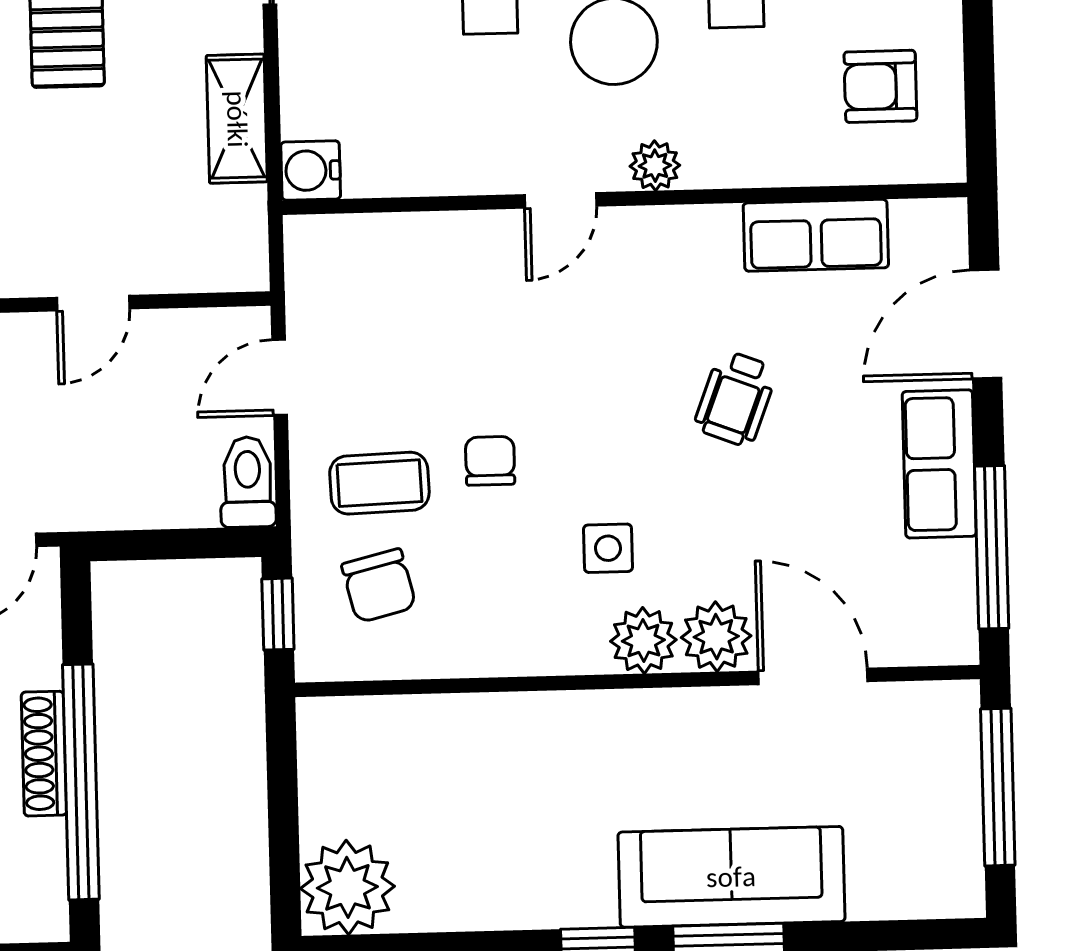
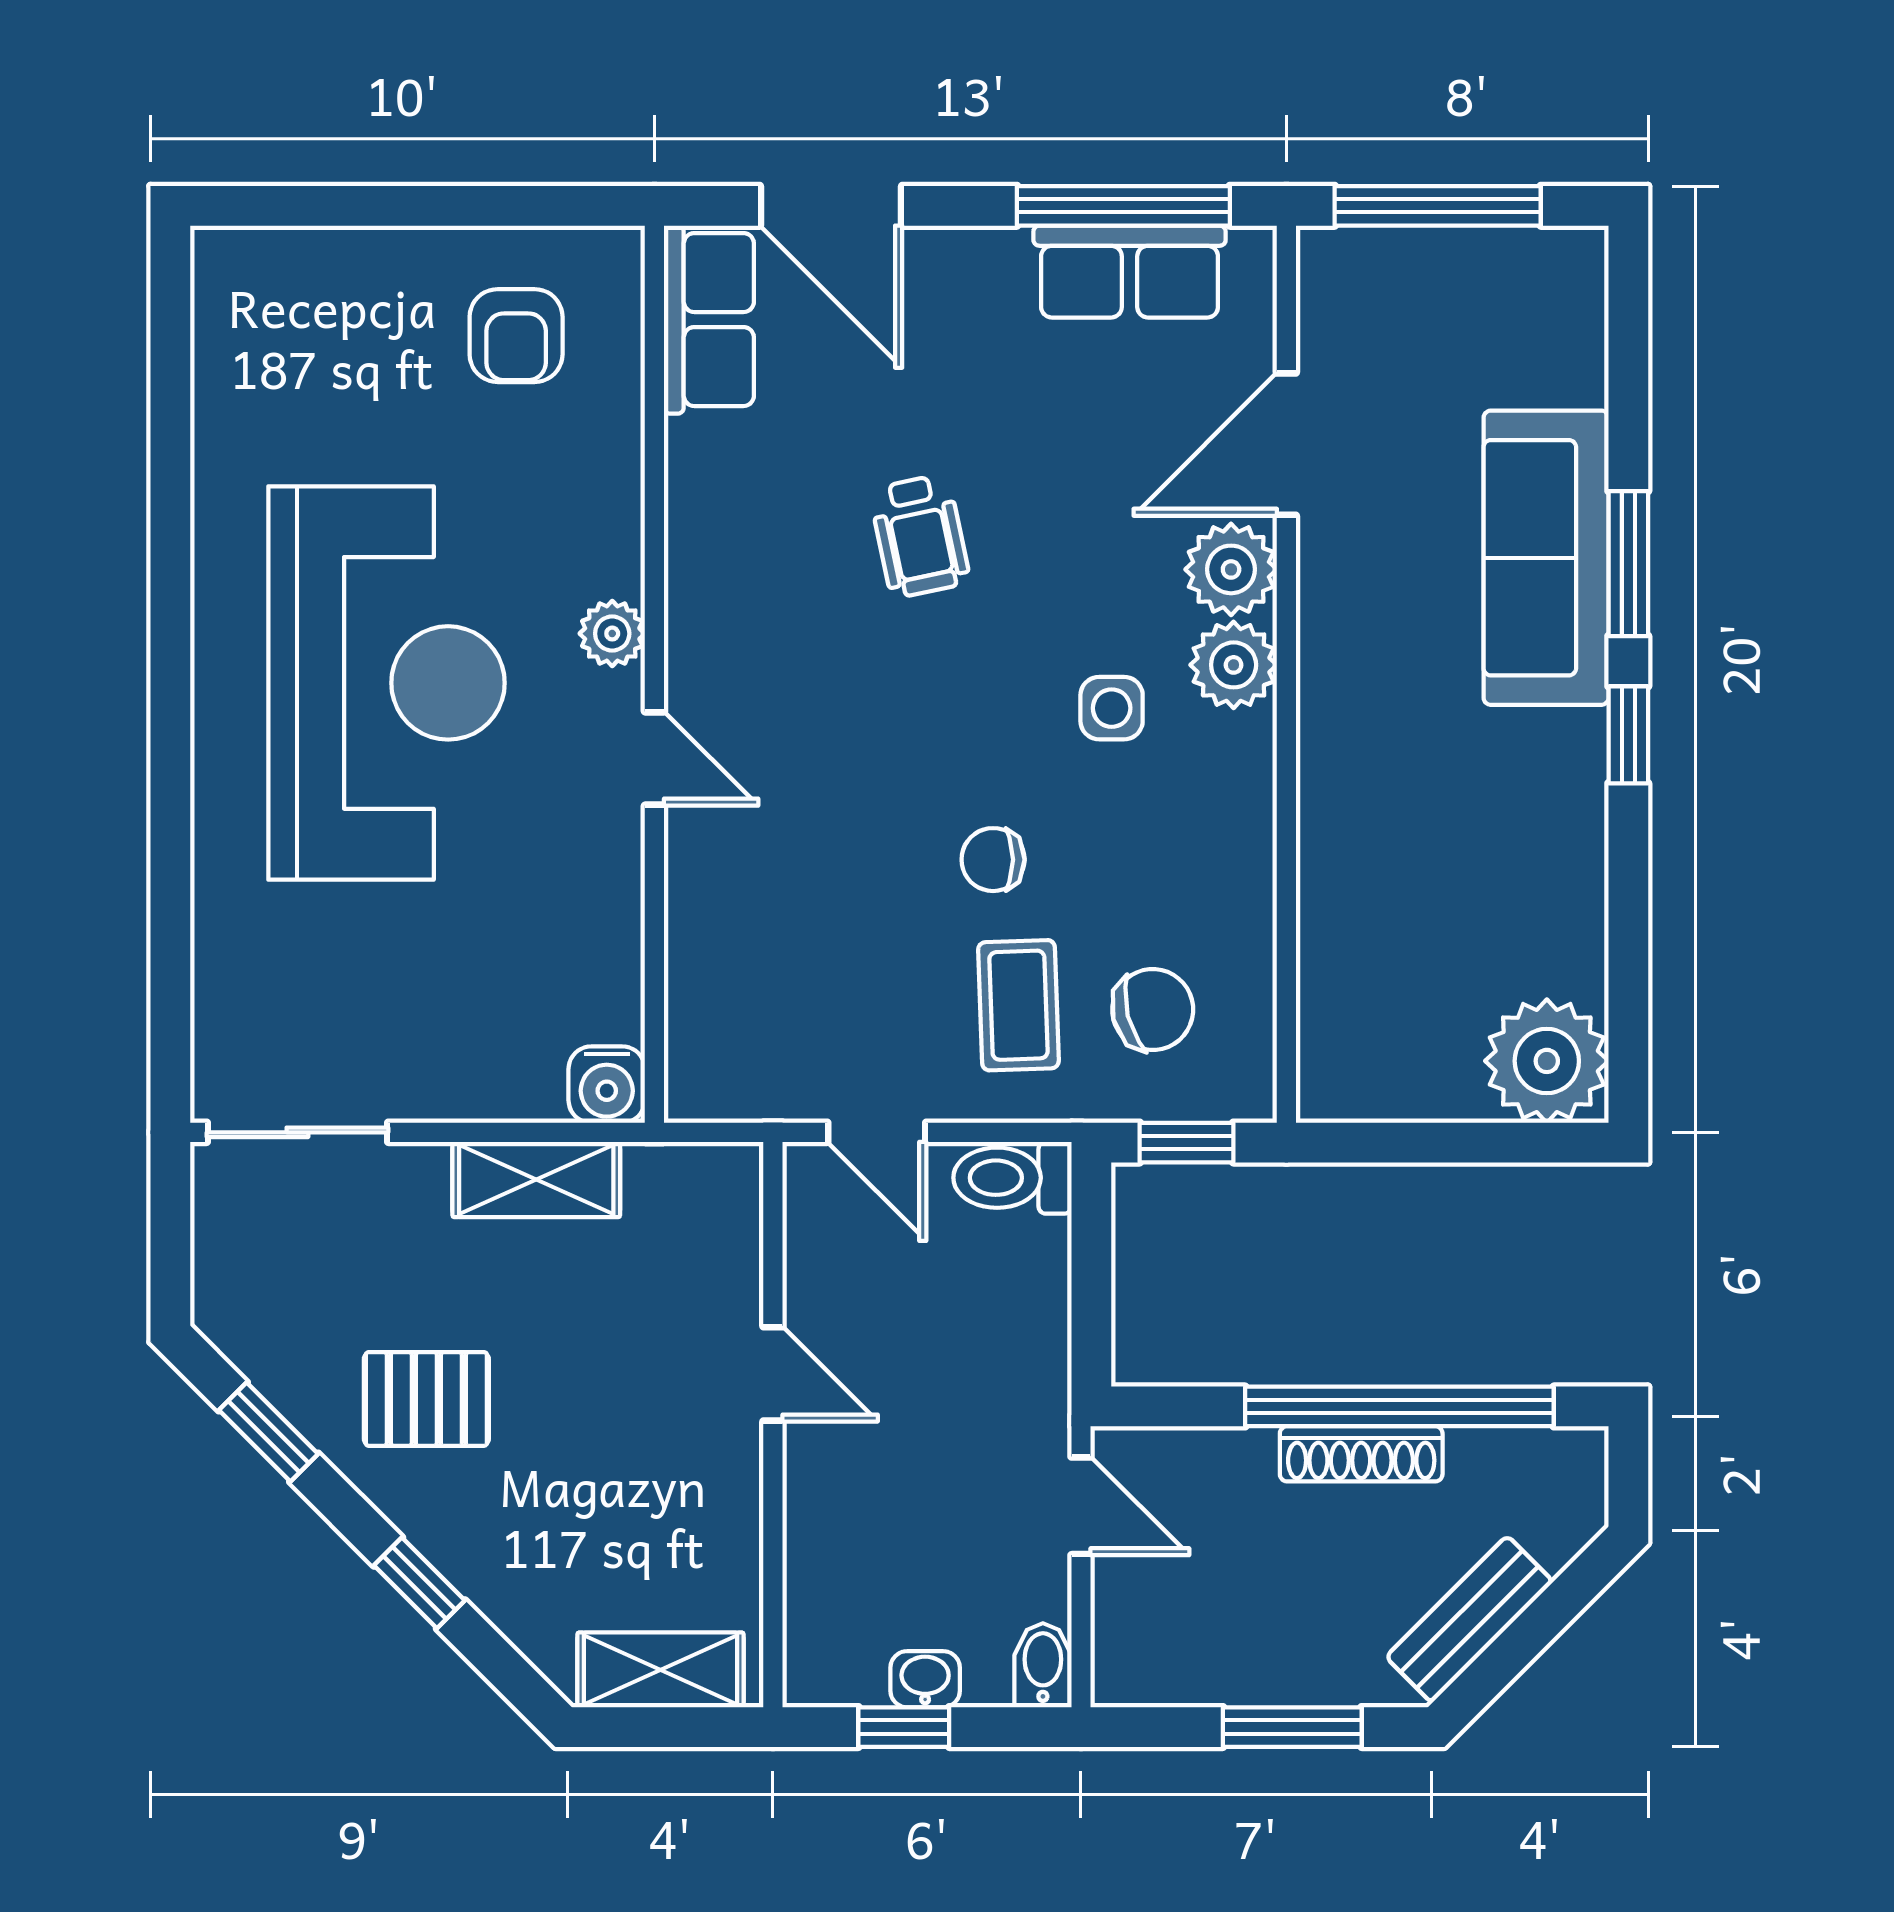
row of seats: (816, 235) -> (709, 320), moved
wheelchair: (736, 398) -> (920, 536), turned 57
row of seats: (939, 464) -> (1130, 272), moved

